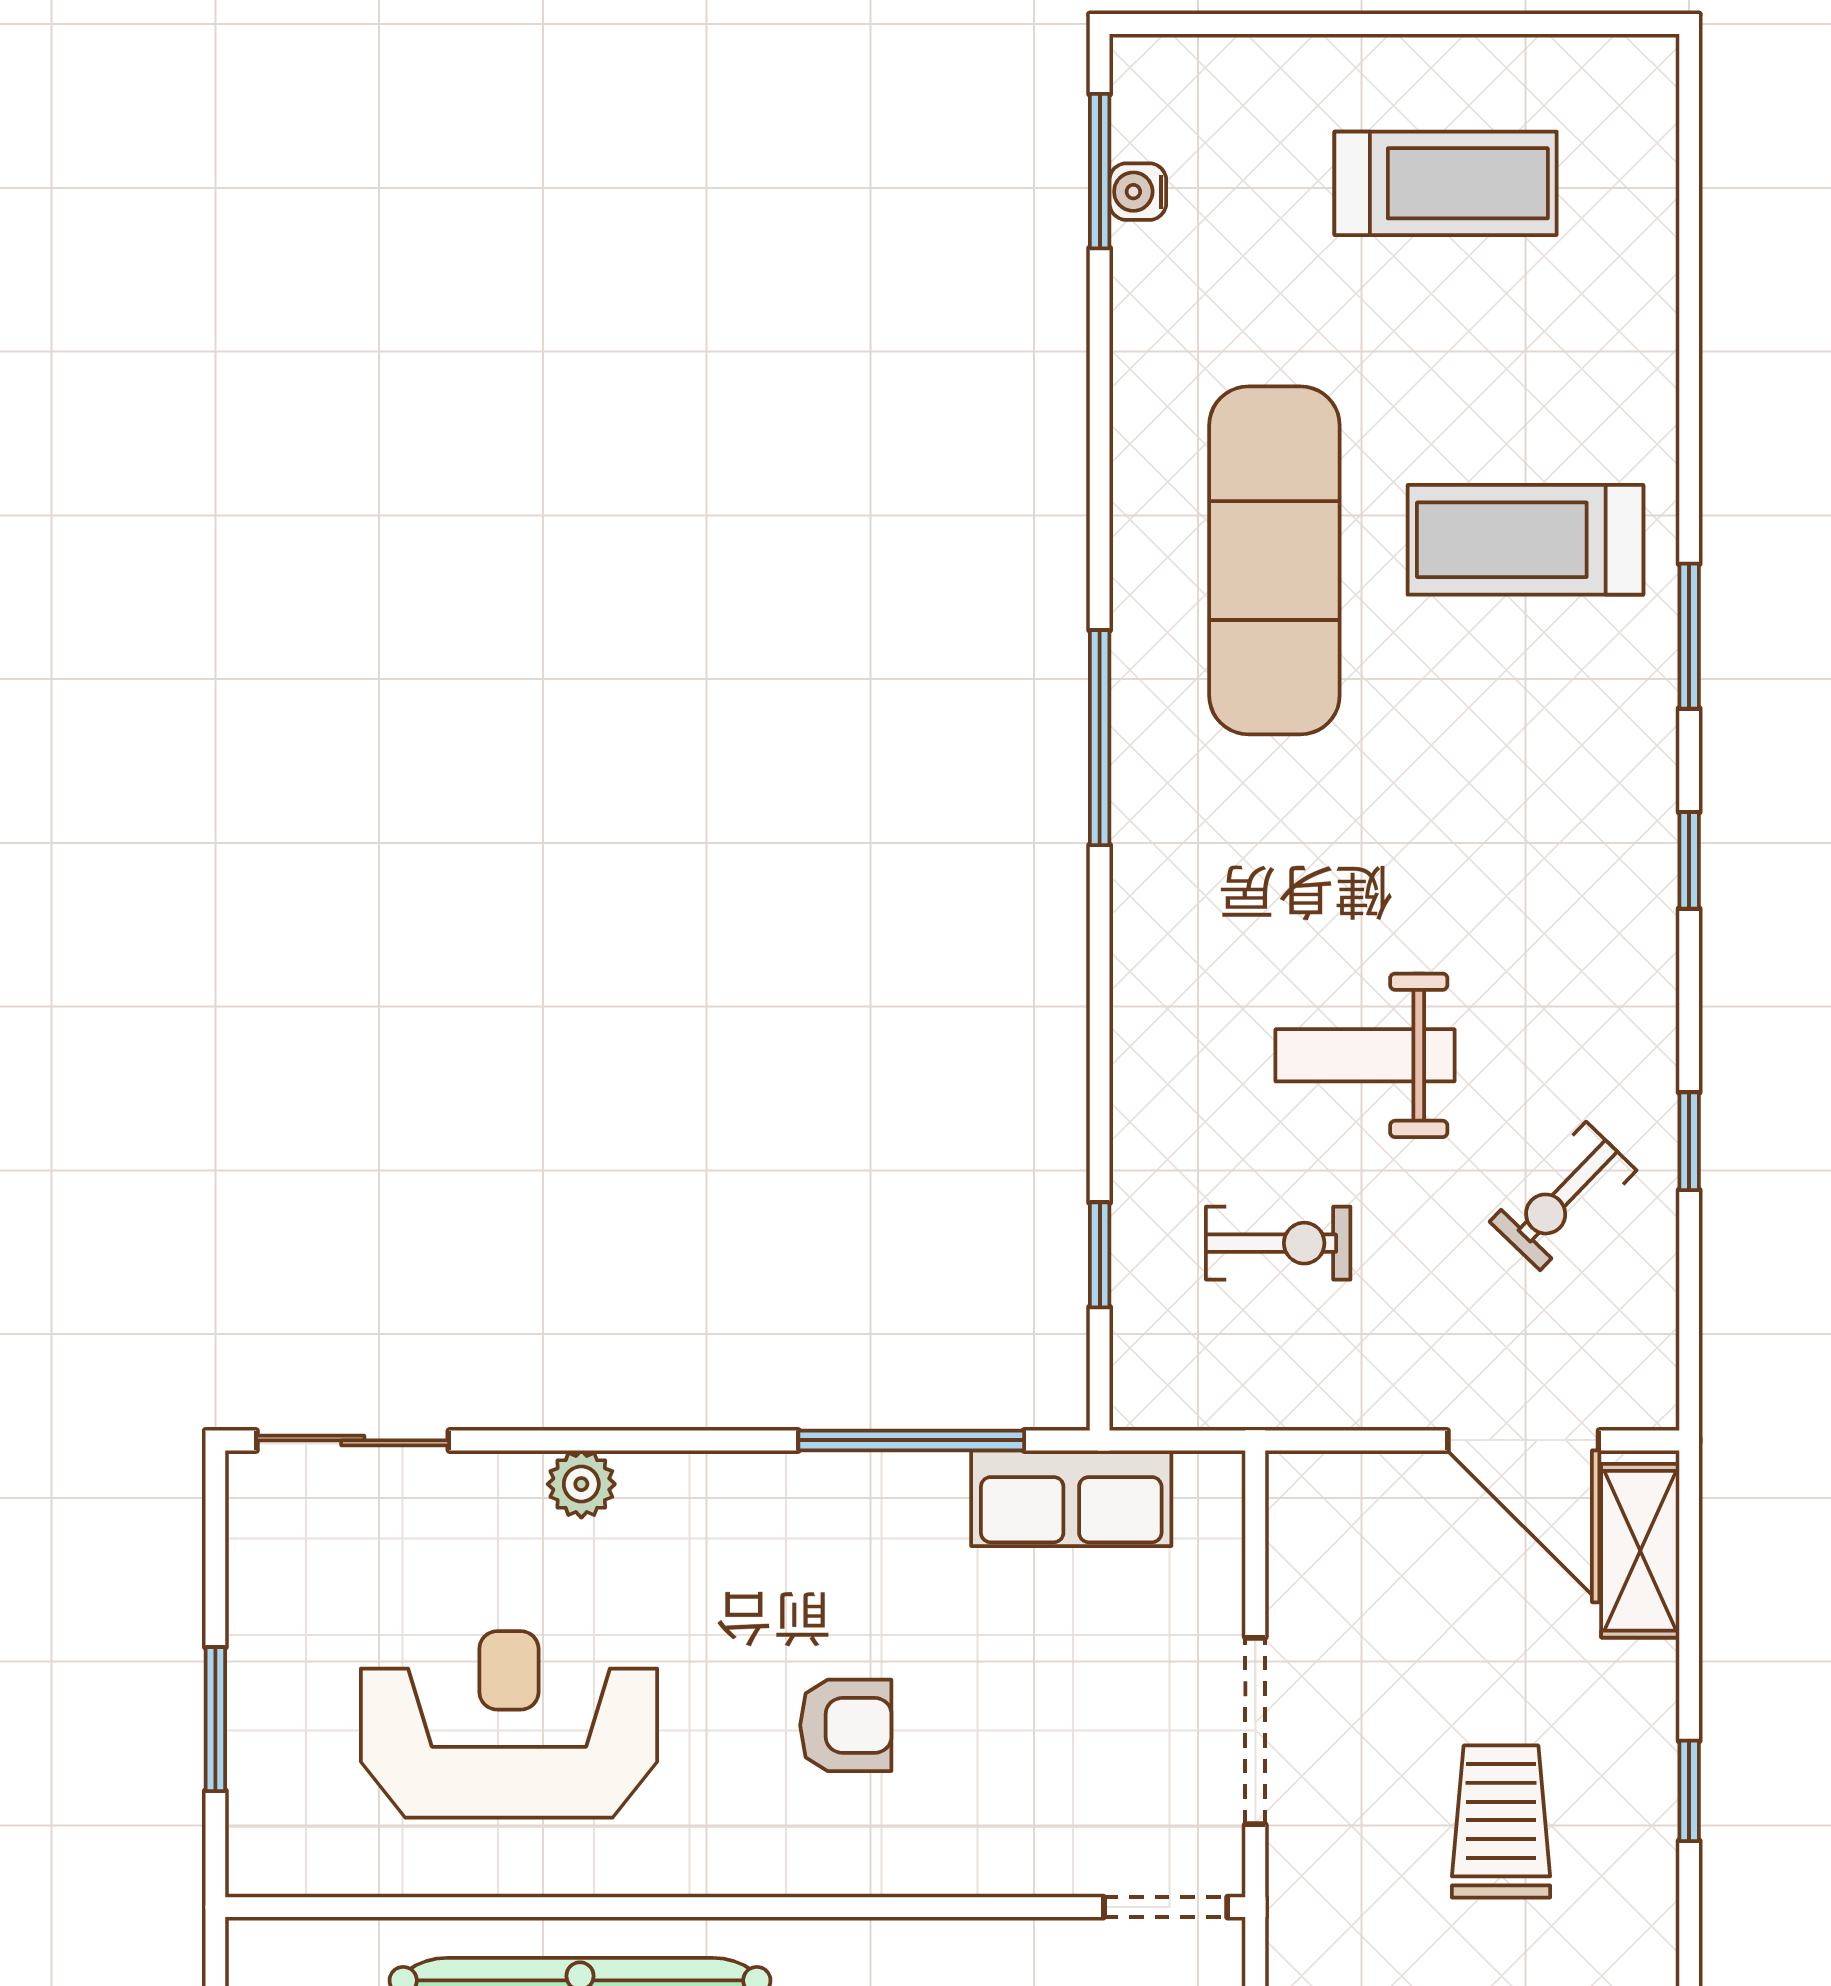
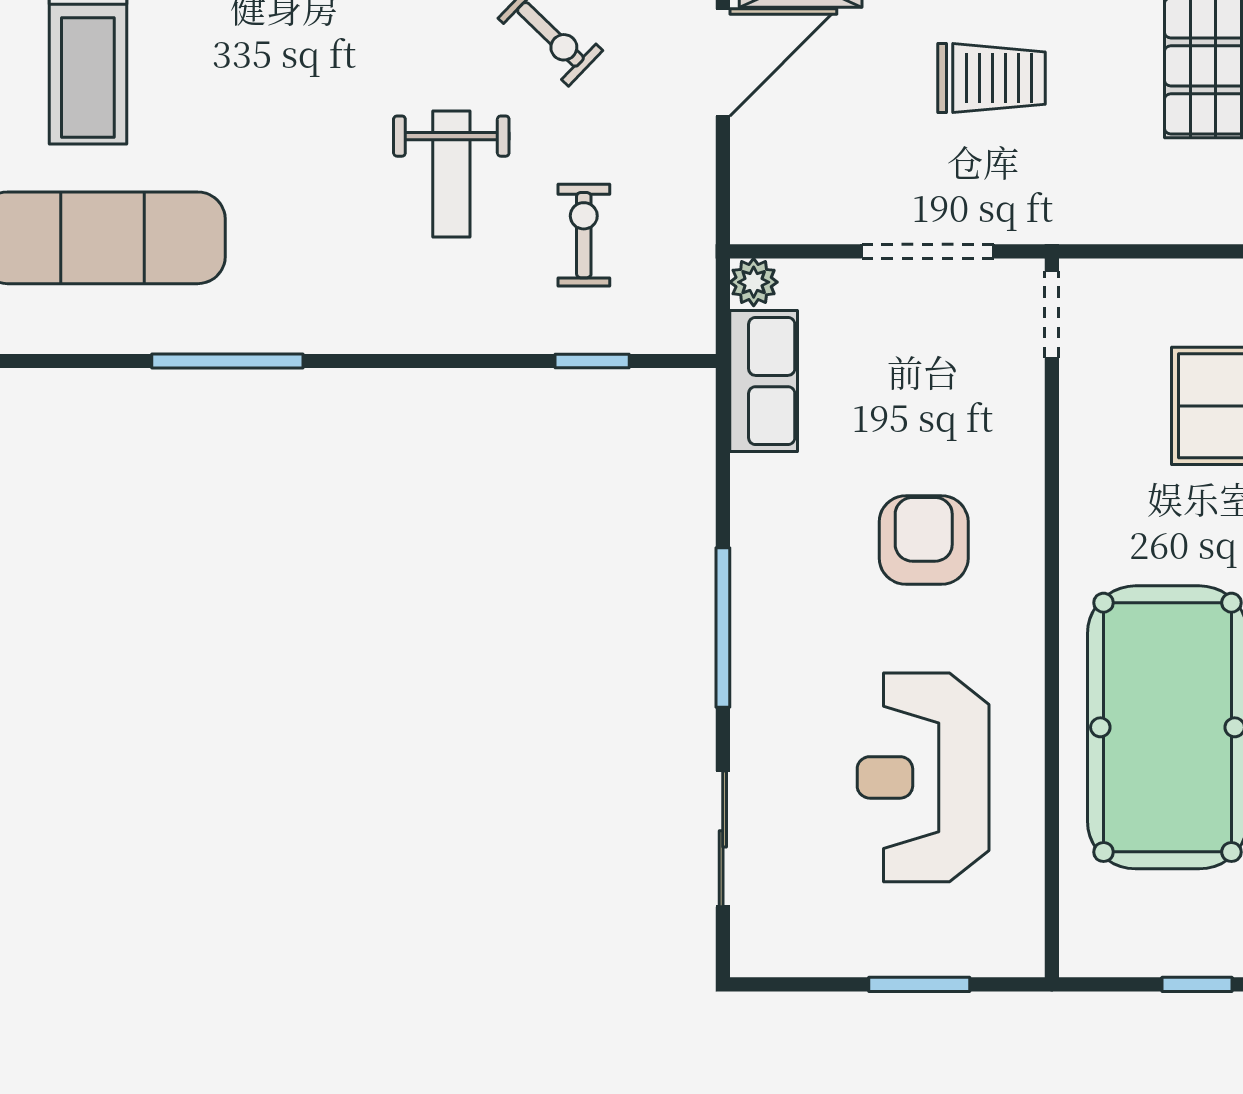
sliding door: (353, 1440) -> (723, 839), moved
window: (911, 1440) -> (723, 628), moved
plant: (581, 1484) -> (754, 282), moved
armchair: (846, 1725) -> (924, 540), width x1.38, depth x1.38
trolley: (1501, 1822) -> (991, 78), turned 180

